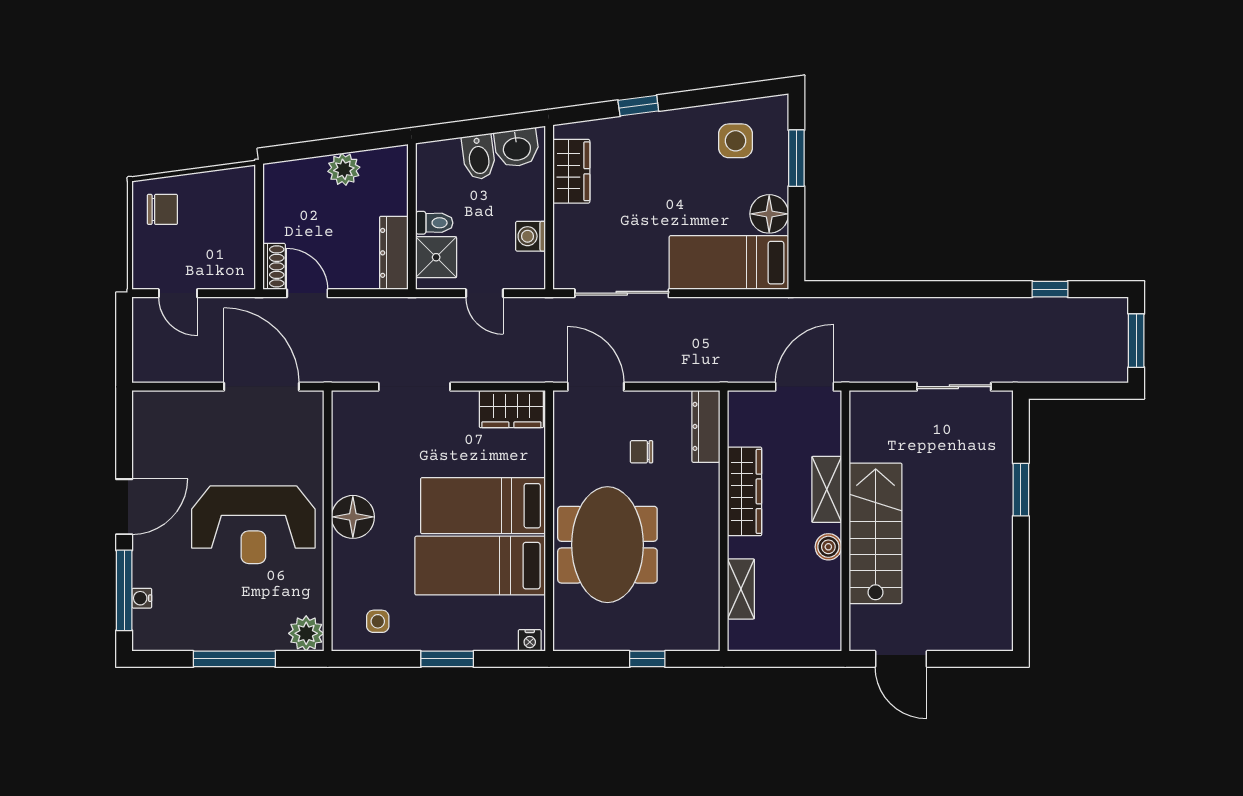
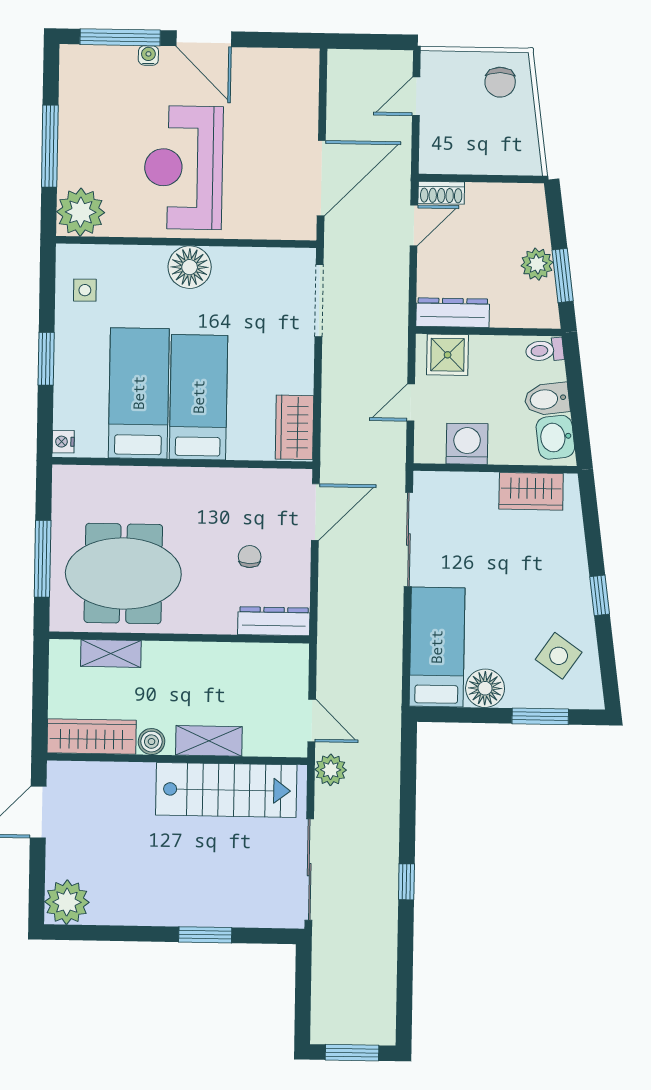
window: (638, 106) -> (600, 595), moved
side table: (736, 141) -> (559, 656), turned 35
window: (355, 144) -> (563, 275), added
toilet: (434, 223) -> (545, 350), moved, turned 82
washing machine: (530, 236) -> (467, 444), width x1.38, depth x1.38
window: (1050, 289) -> (406, 882), moved
plant: (854, 367) -> (331, 770), added
doorway: (414, 387) -> (319, 301), moved
door: (804, 387) -> (312, 720), width x0.73
sliding door: (954, 387) -> (309, 870), width x1.37
wardrobe: (745, 491) -> (92, 737), moved, turned 180
stairs: (876, 533) -> (226, 790), moved
meeting table: (607, 545) -> (123, 574), moved
water cooler: (142, 598) -> (148, 55), moved
plant: (991, 629) -> (67, 902), added
plant: (306, 633) -> (81, 212), width x1.36, depth x1.36
window: (647, 659) -> (43, 559), width x2.17

